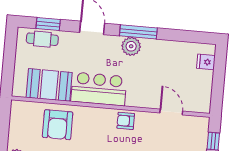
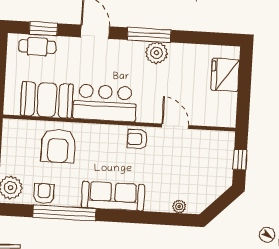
plant: (131, 46) -> (157, 53), moved
fridge: (206, 62) -> (225, 75), width x1.88, depth x1.34
door: (171, 112) -> (175, 126), moved

